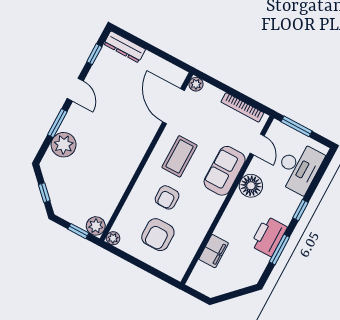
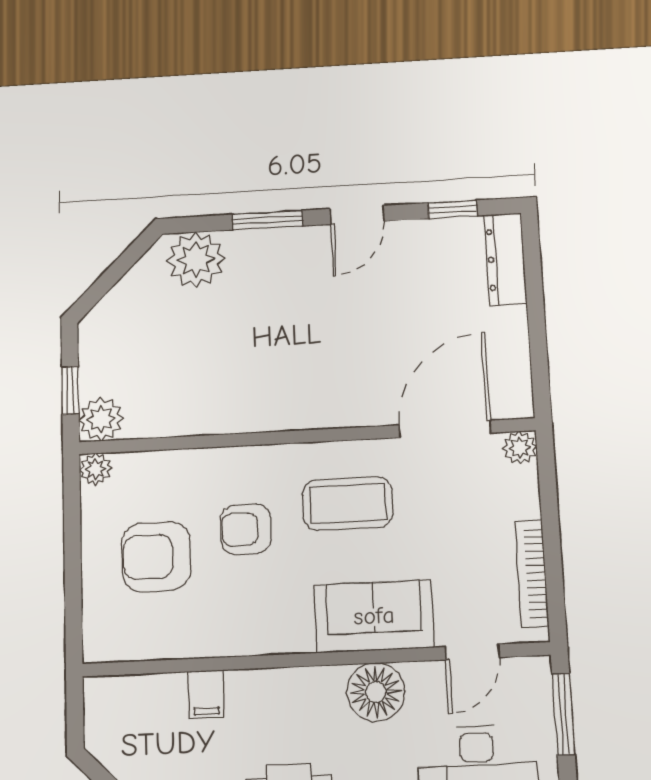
plant: (64, 145) -> (196, 260), moved
window: (44, 193) -> (110, 277), removed
filing cabinet: (214, 251) -> (206, 694), width x0.50

